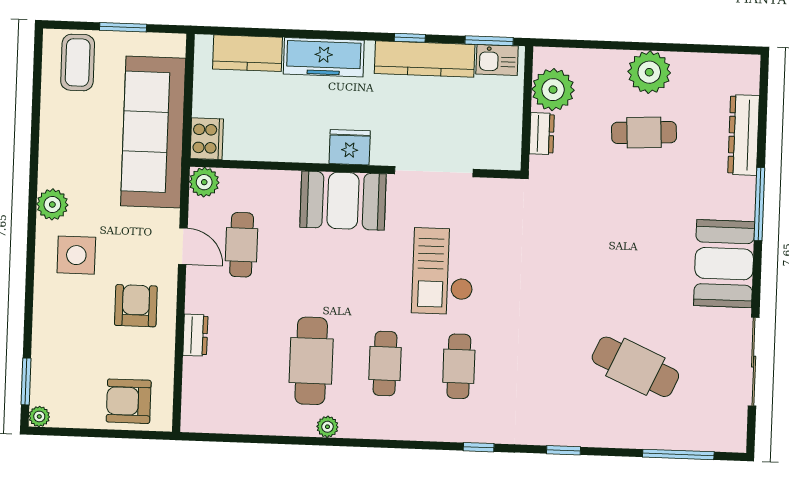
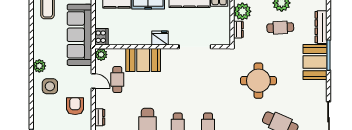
booth: (343, 201) -> (143, 60), moved
round table: (586, 260) -> (258, 81), added
booth: (724, 264) -> (315, 62), moved
checkout: (443, 271) -> (200, 87), removed

